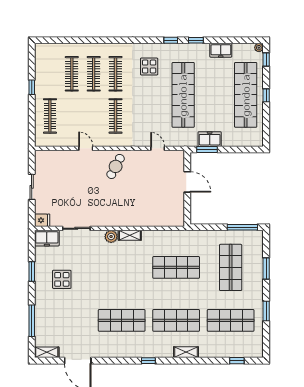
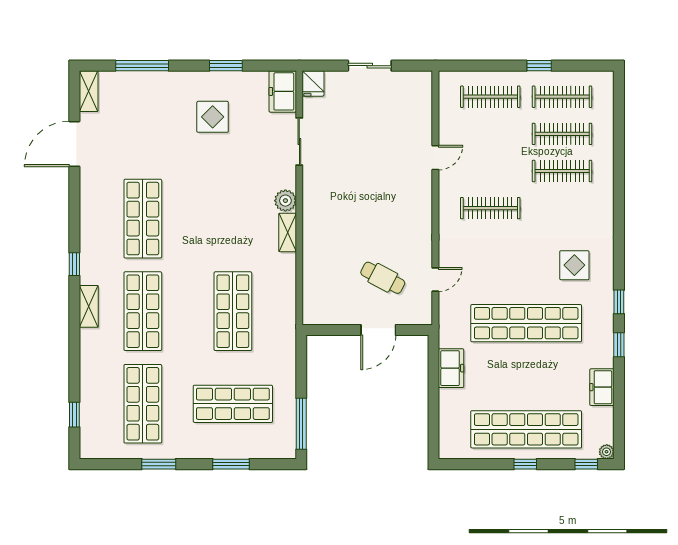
clothes rail: (116, 74) -> (562, 97), moved
window: (207, 149) -> (433, 364), removed
cafe table: (116, 166) -> (383, 278), moved
shelving: (186, 352) -> (89, 306), moved

